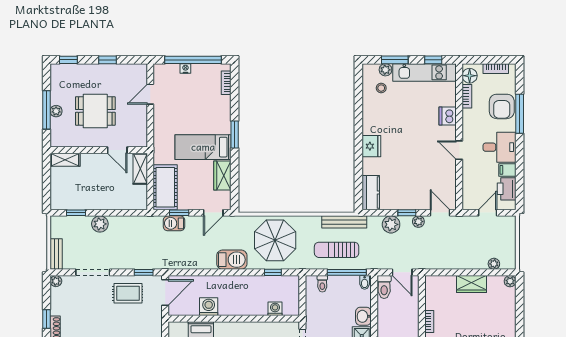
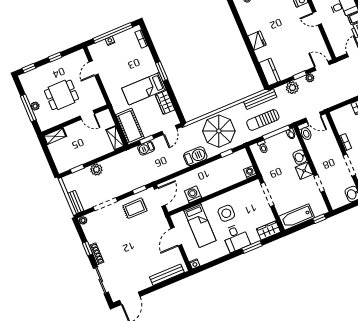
shelving: (140, 169) -> (115, 138), moved
washing machine: (275, 309) -> (250, 172), moved

